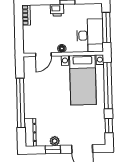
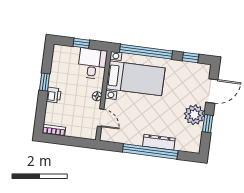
window: (106, 27) -> (81, 43), width x0.46
desk: (90, 35) -> (92, 64), width x0.73
dresser: (30, 133) -> (159, 142), moved
plant: (55, 141) -> (194, 115), width x1.87, depth x1.87

